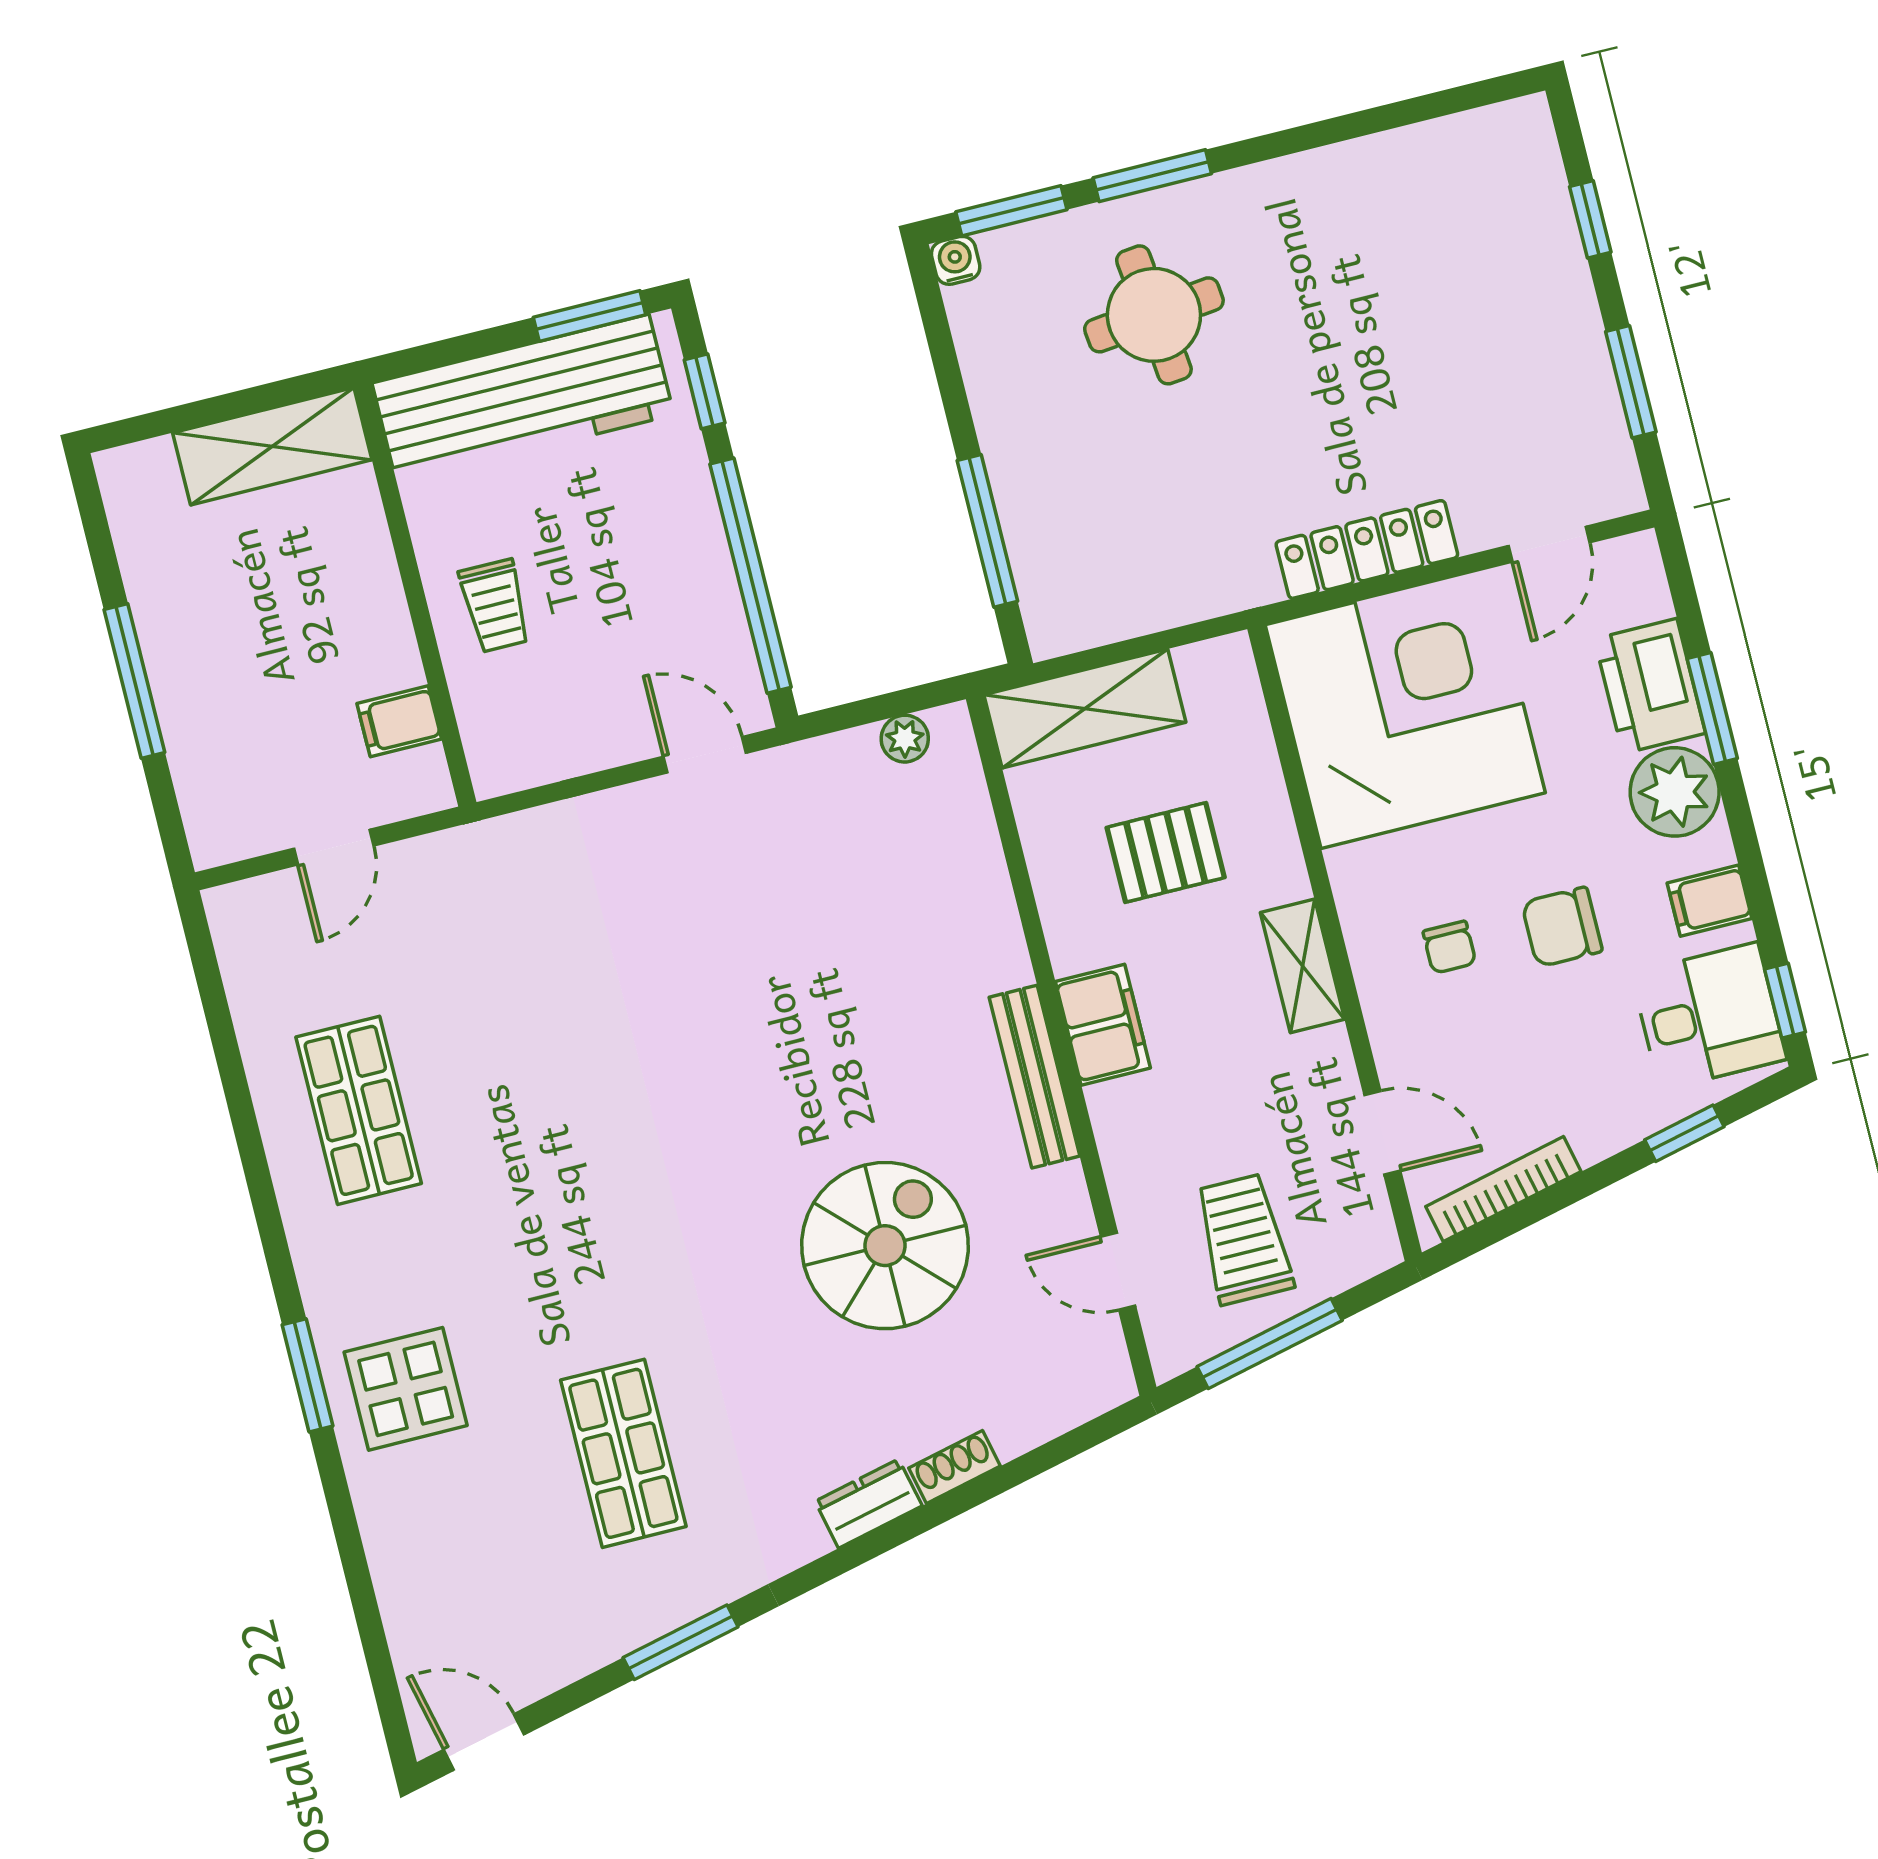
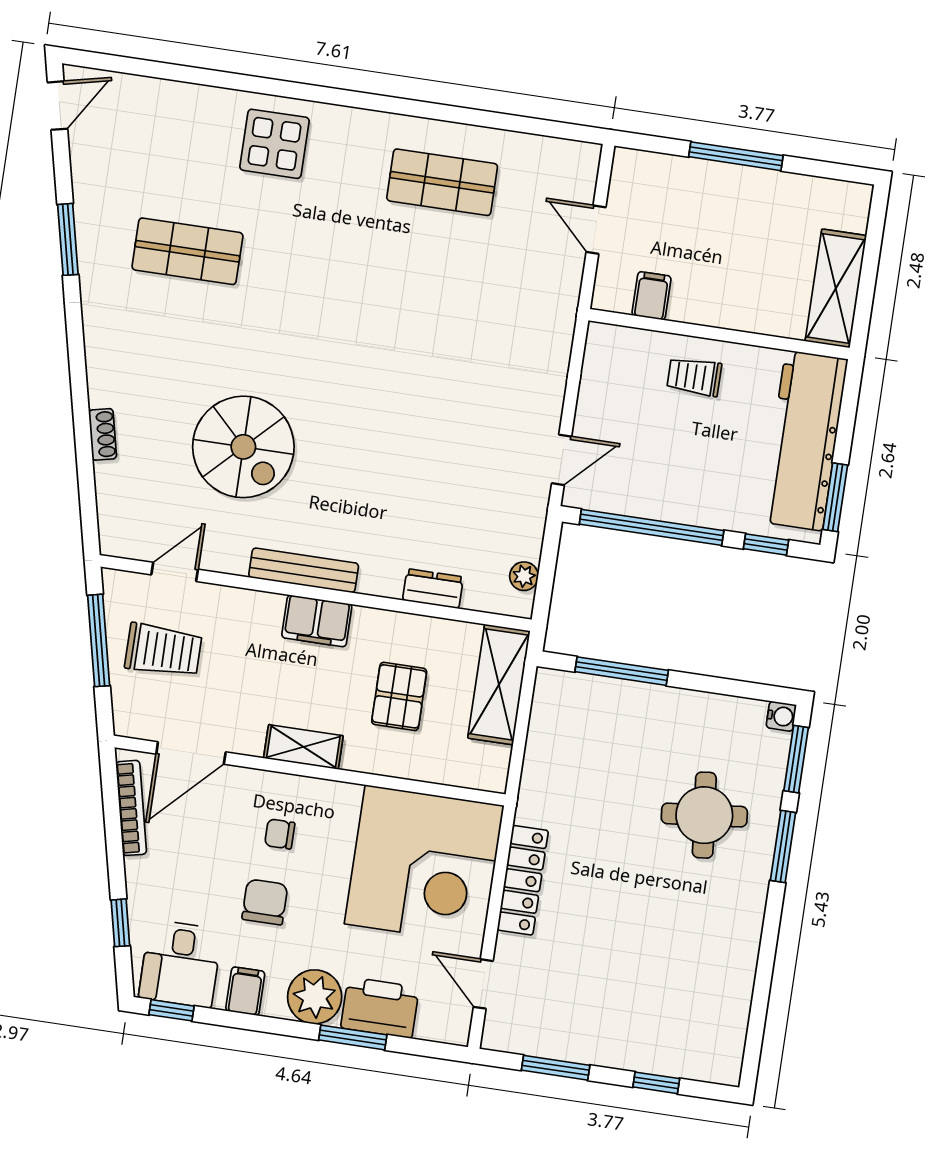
door: (1382, 1133) -> (191, 753), width x1.38
window: (308, 1375) -> (305, 92), removed
dresser: (869, 1504) -> (433, 589), moved, turned -77

